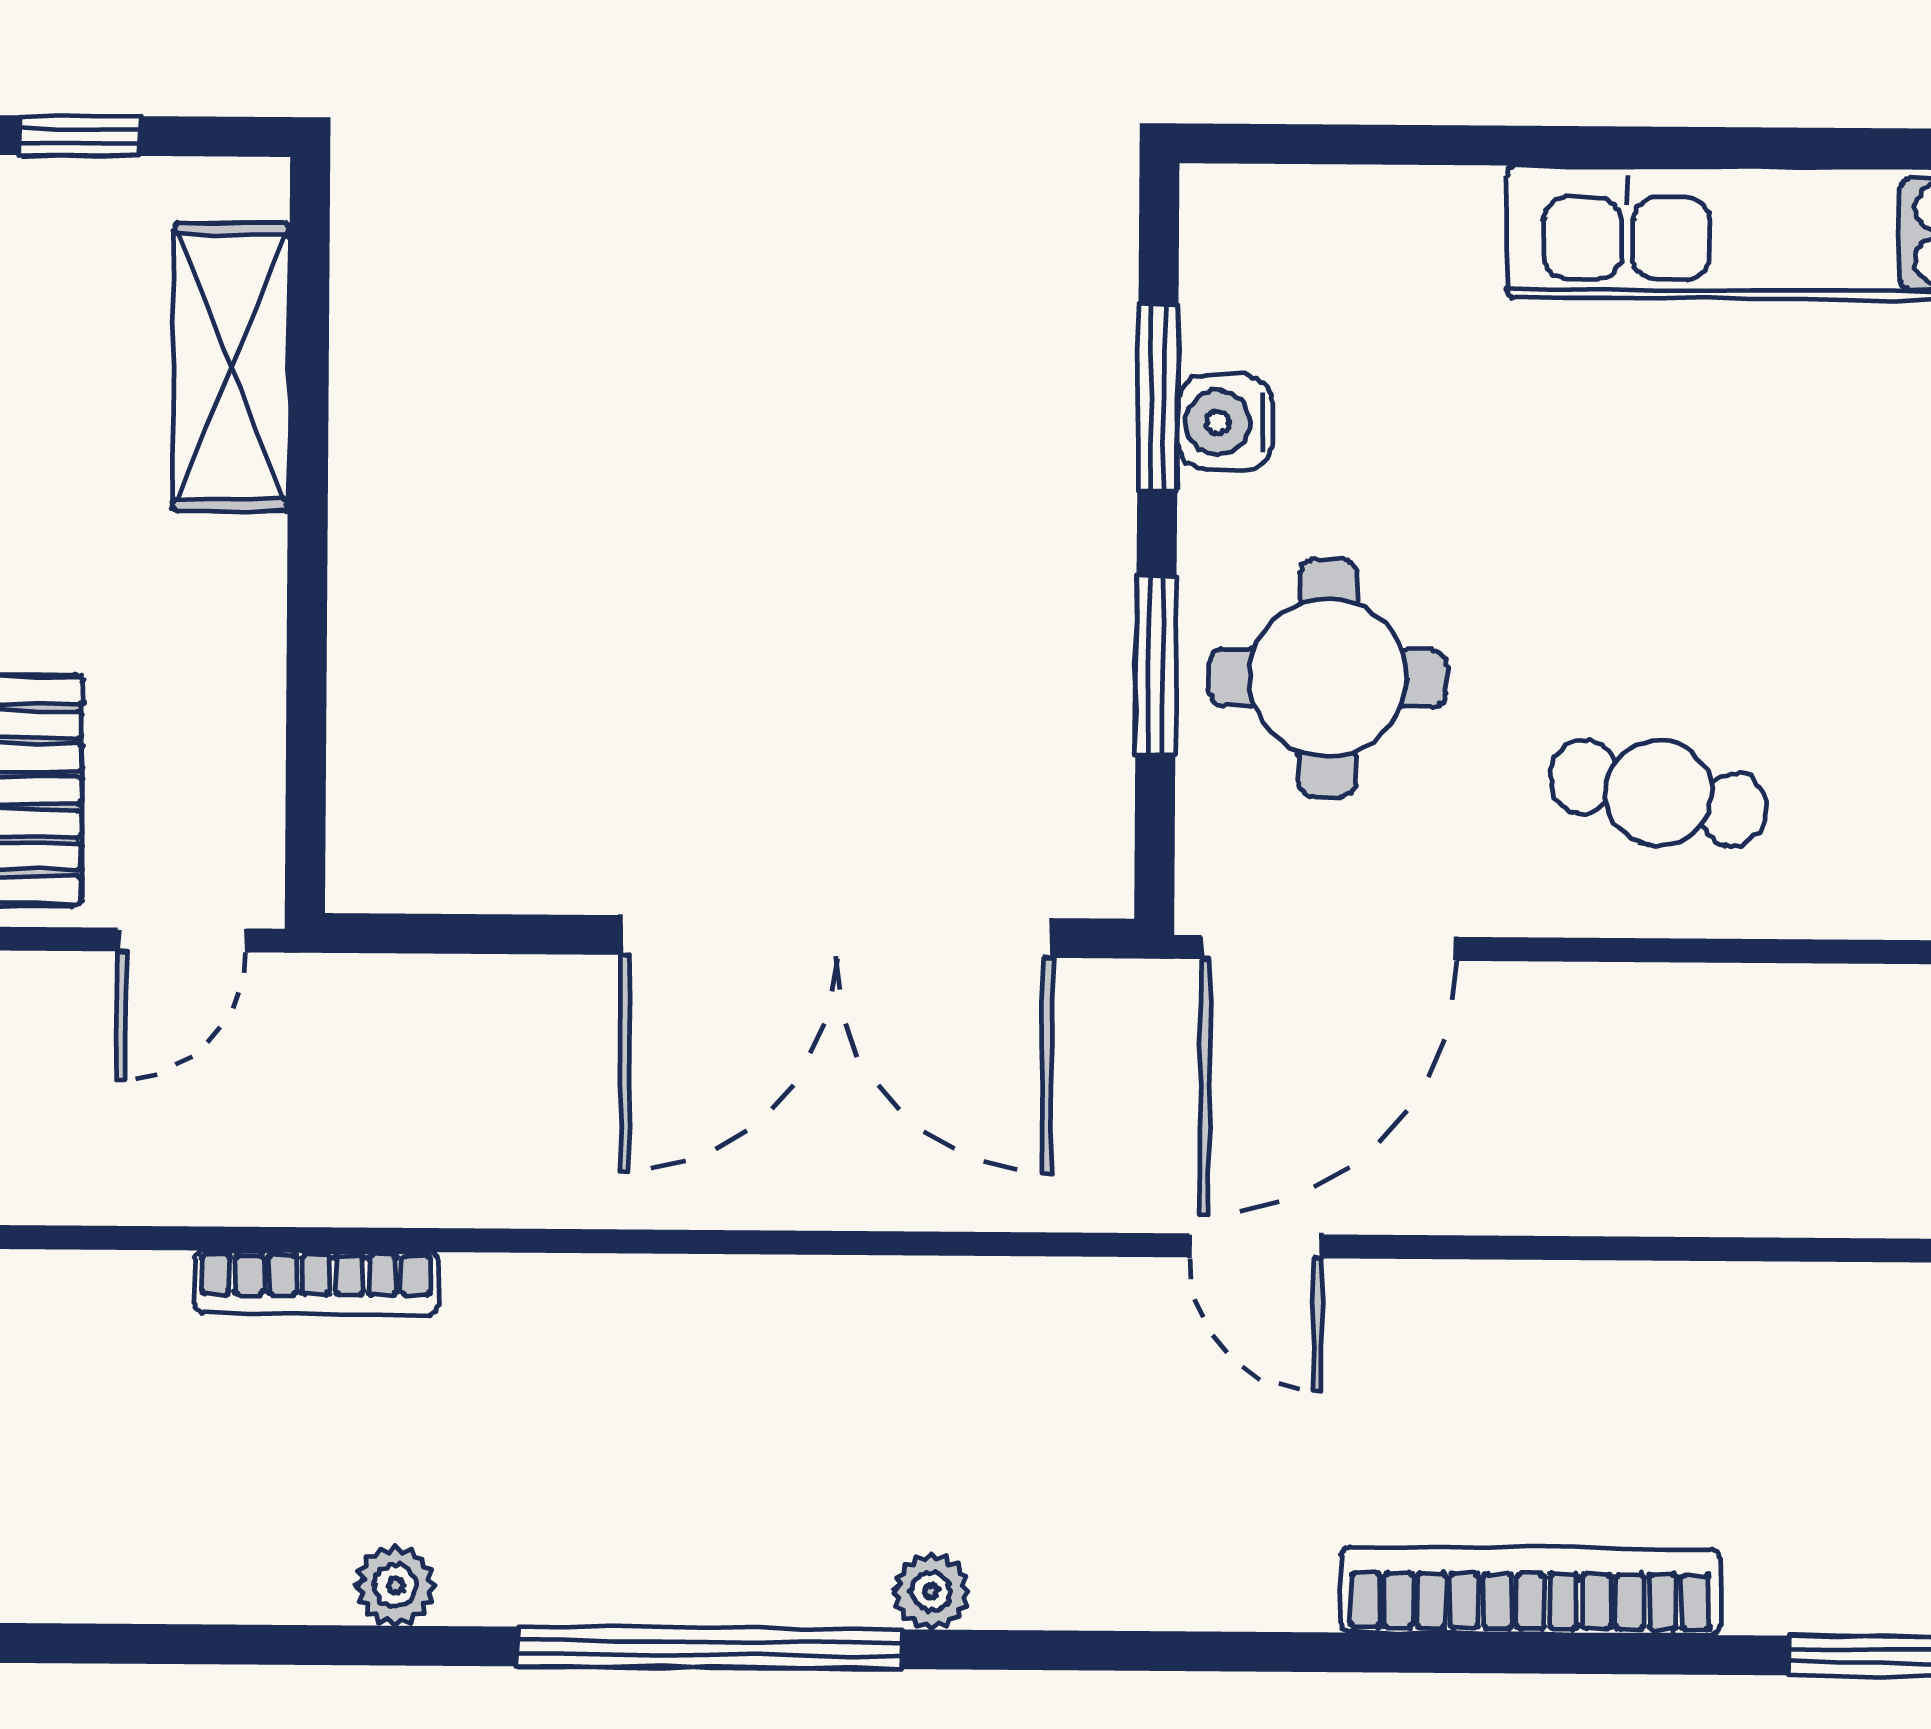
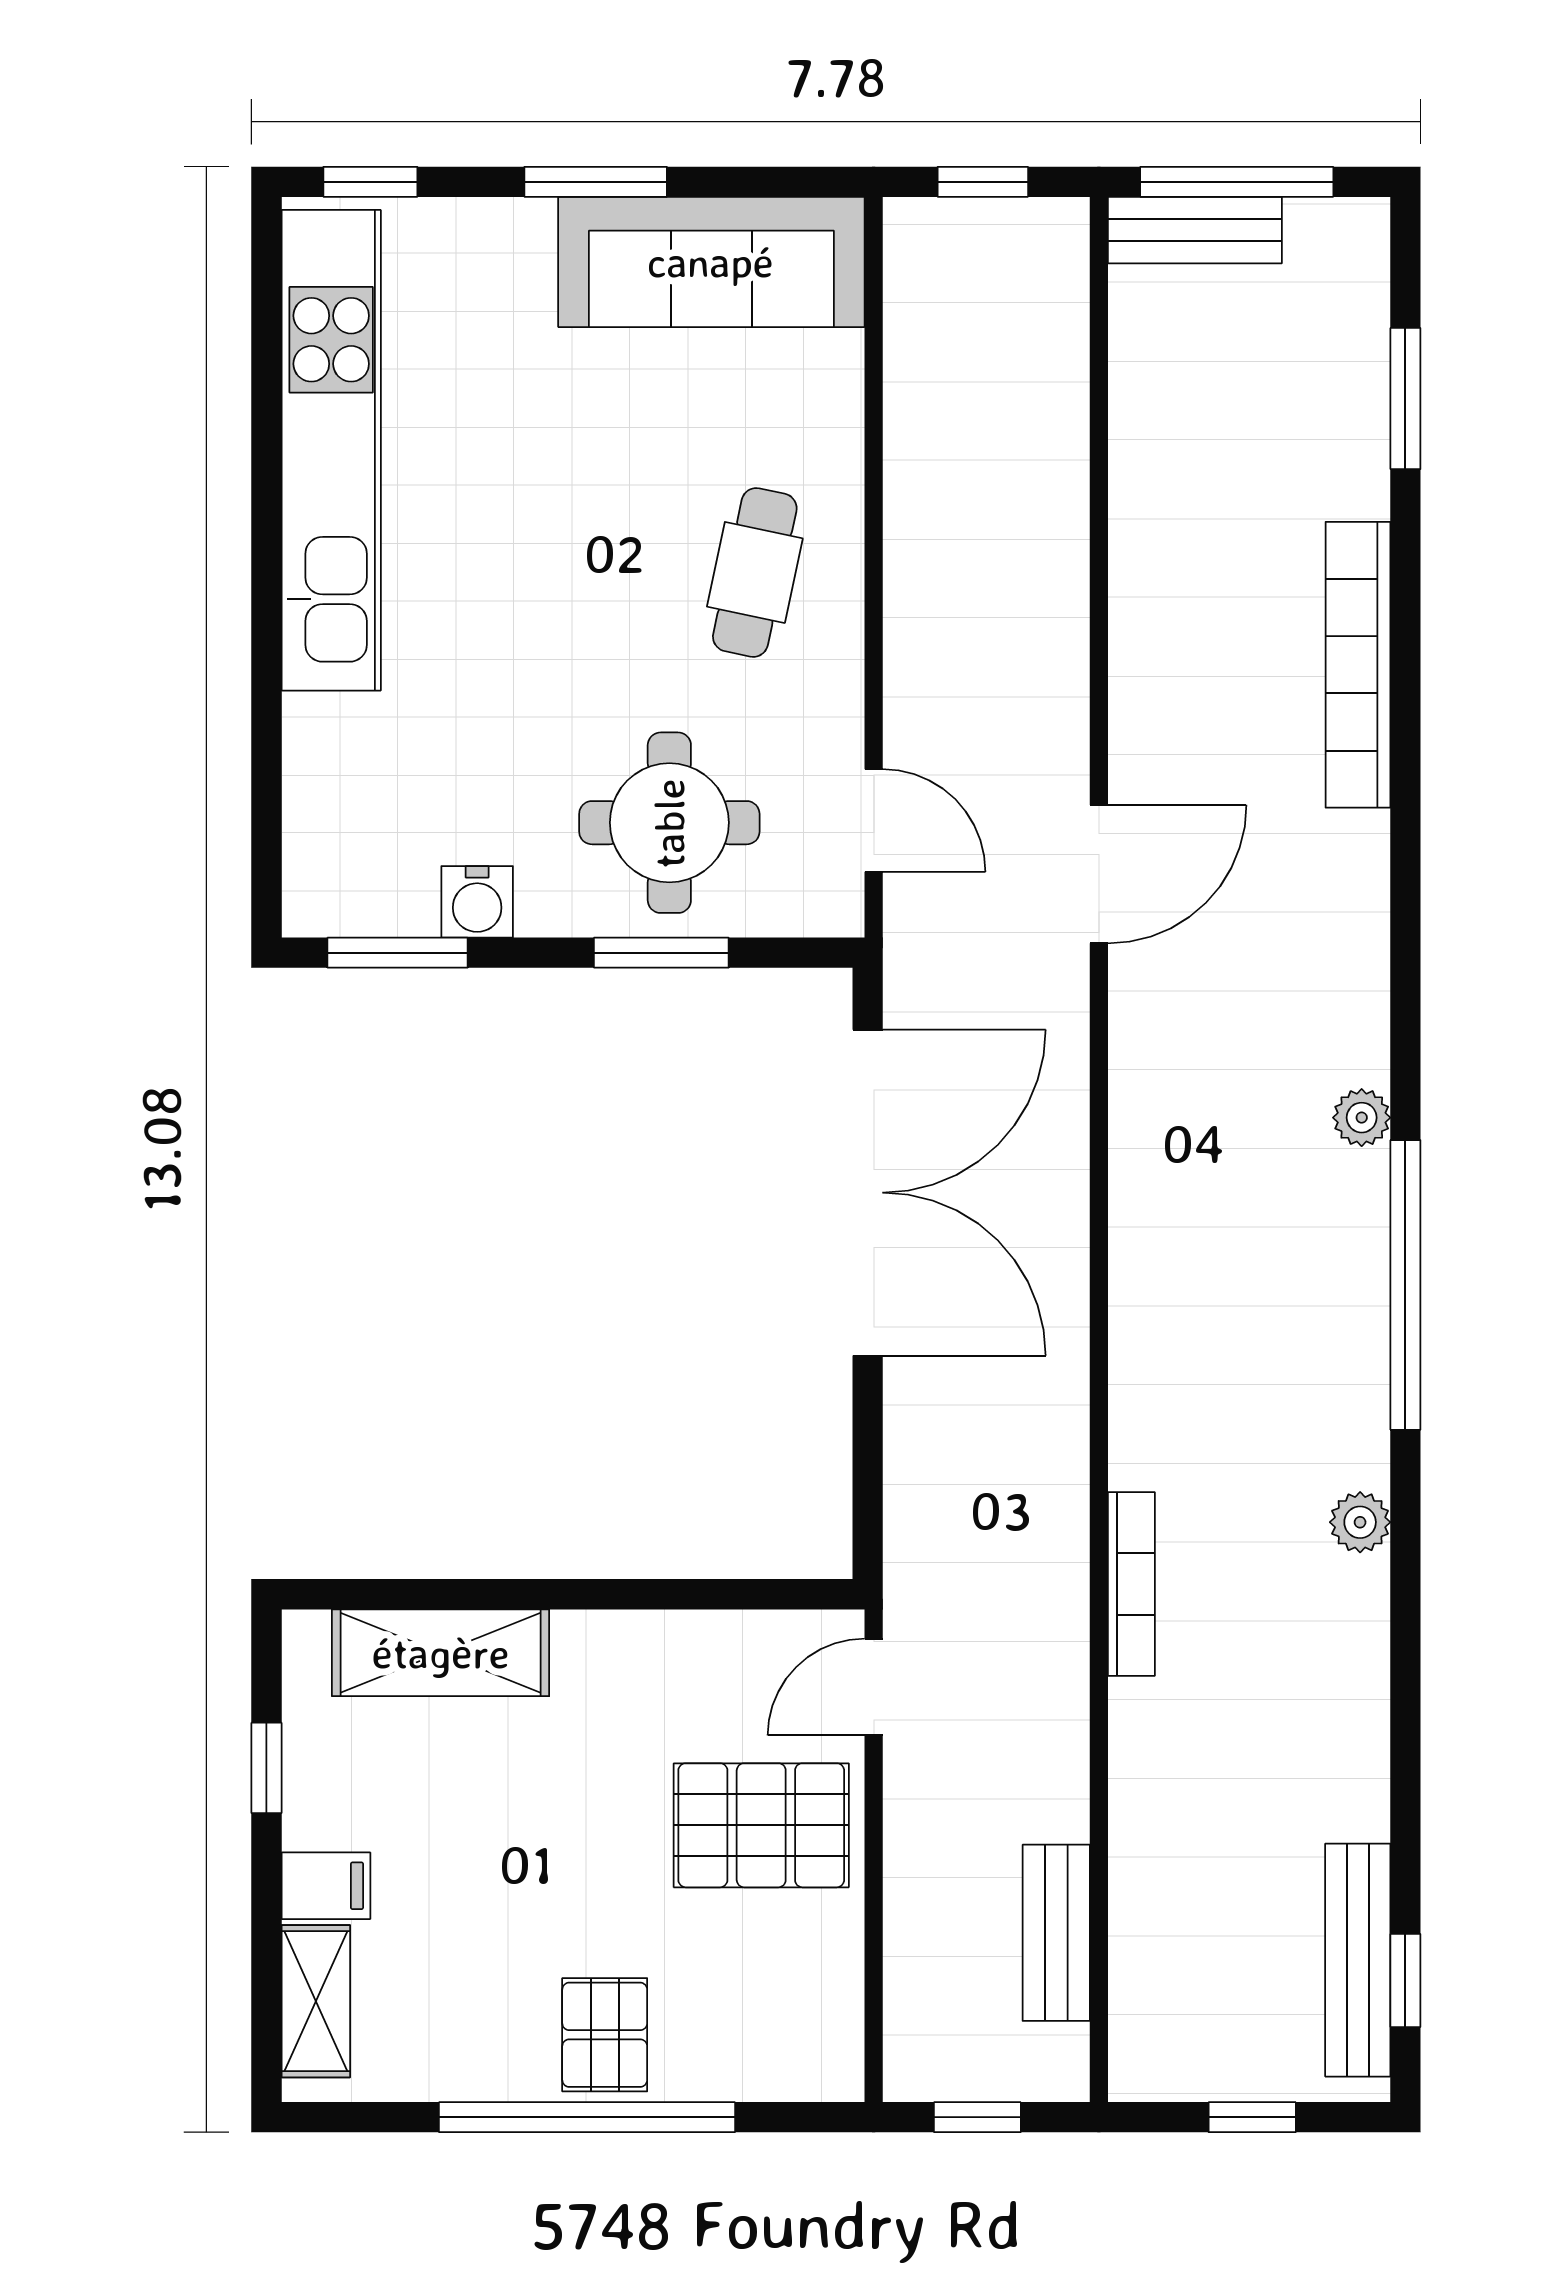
window: (1158, 398) -> (398, 953), moved
door: (182, 940) -> (874, 1687), swing flipped
door: (1329, 948) -> (874, 820), width x0.53
door: (1256, 1246) -> (1099, 874), width x1.37

